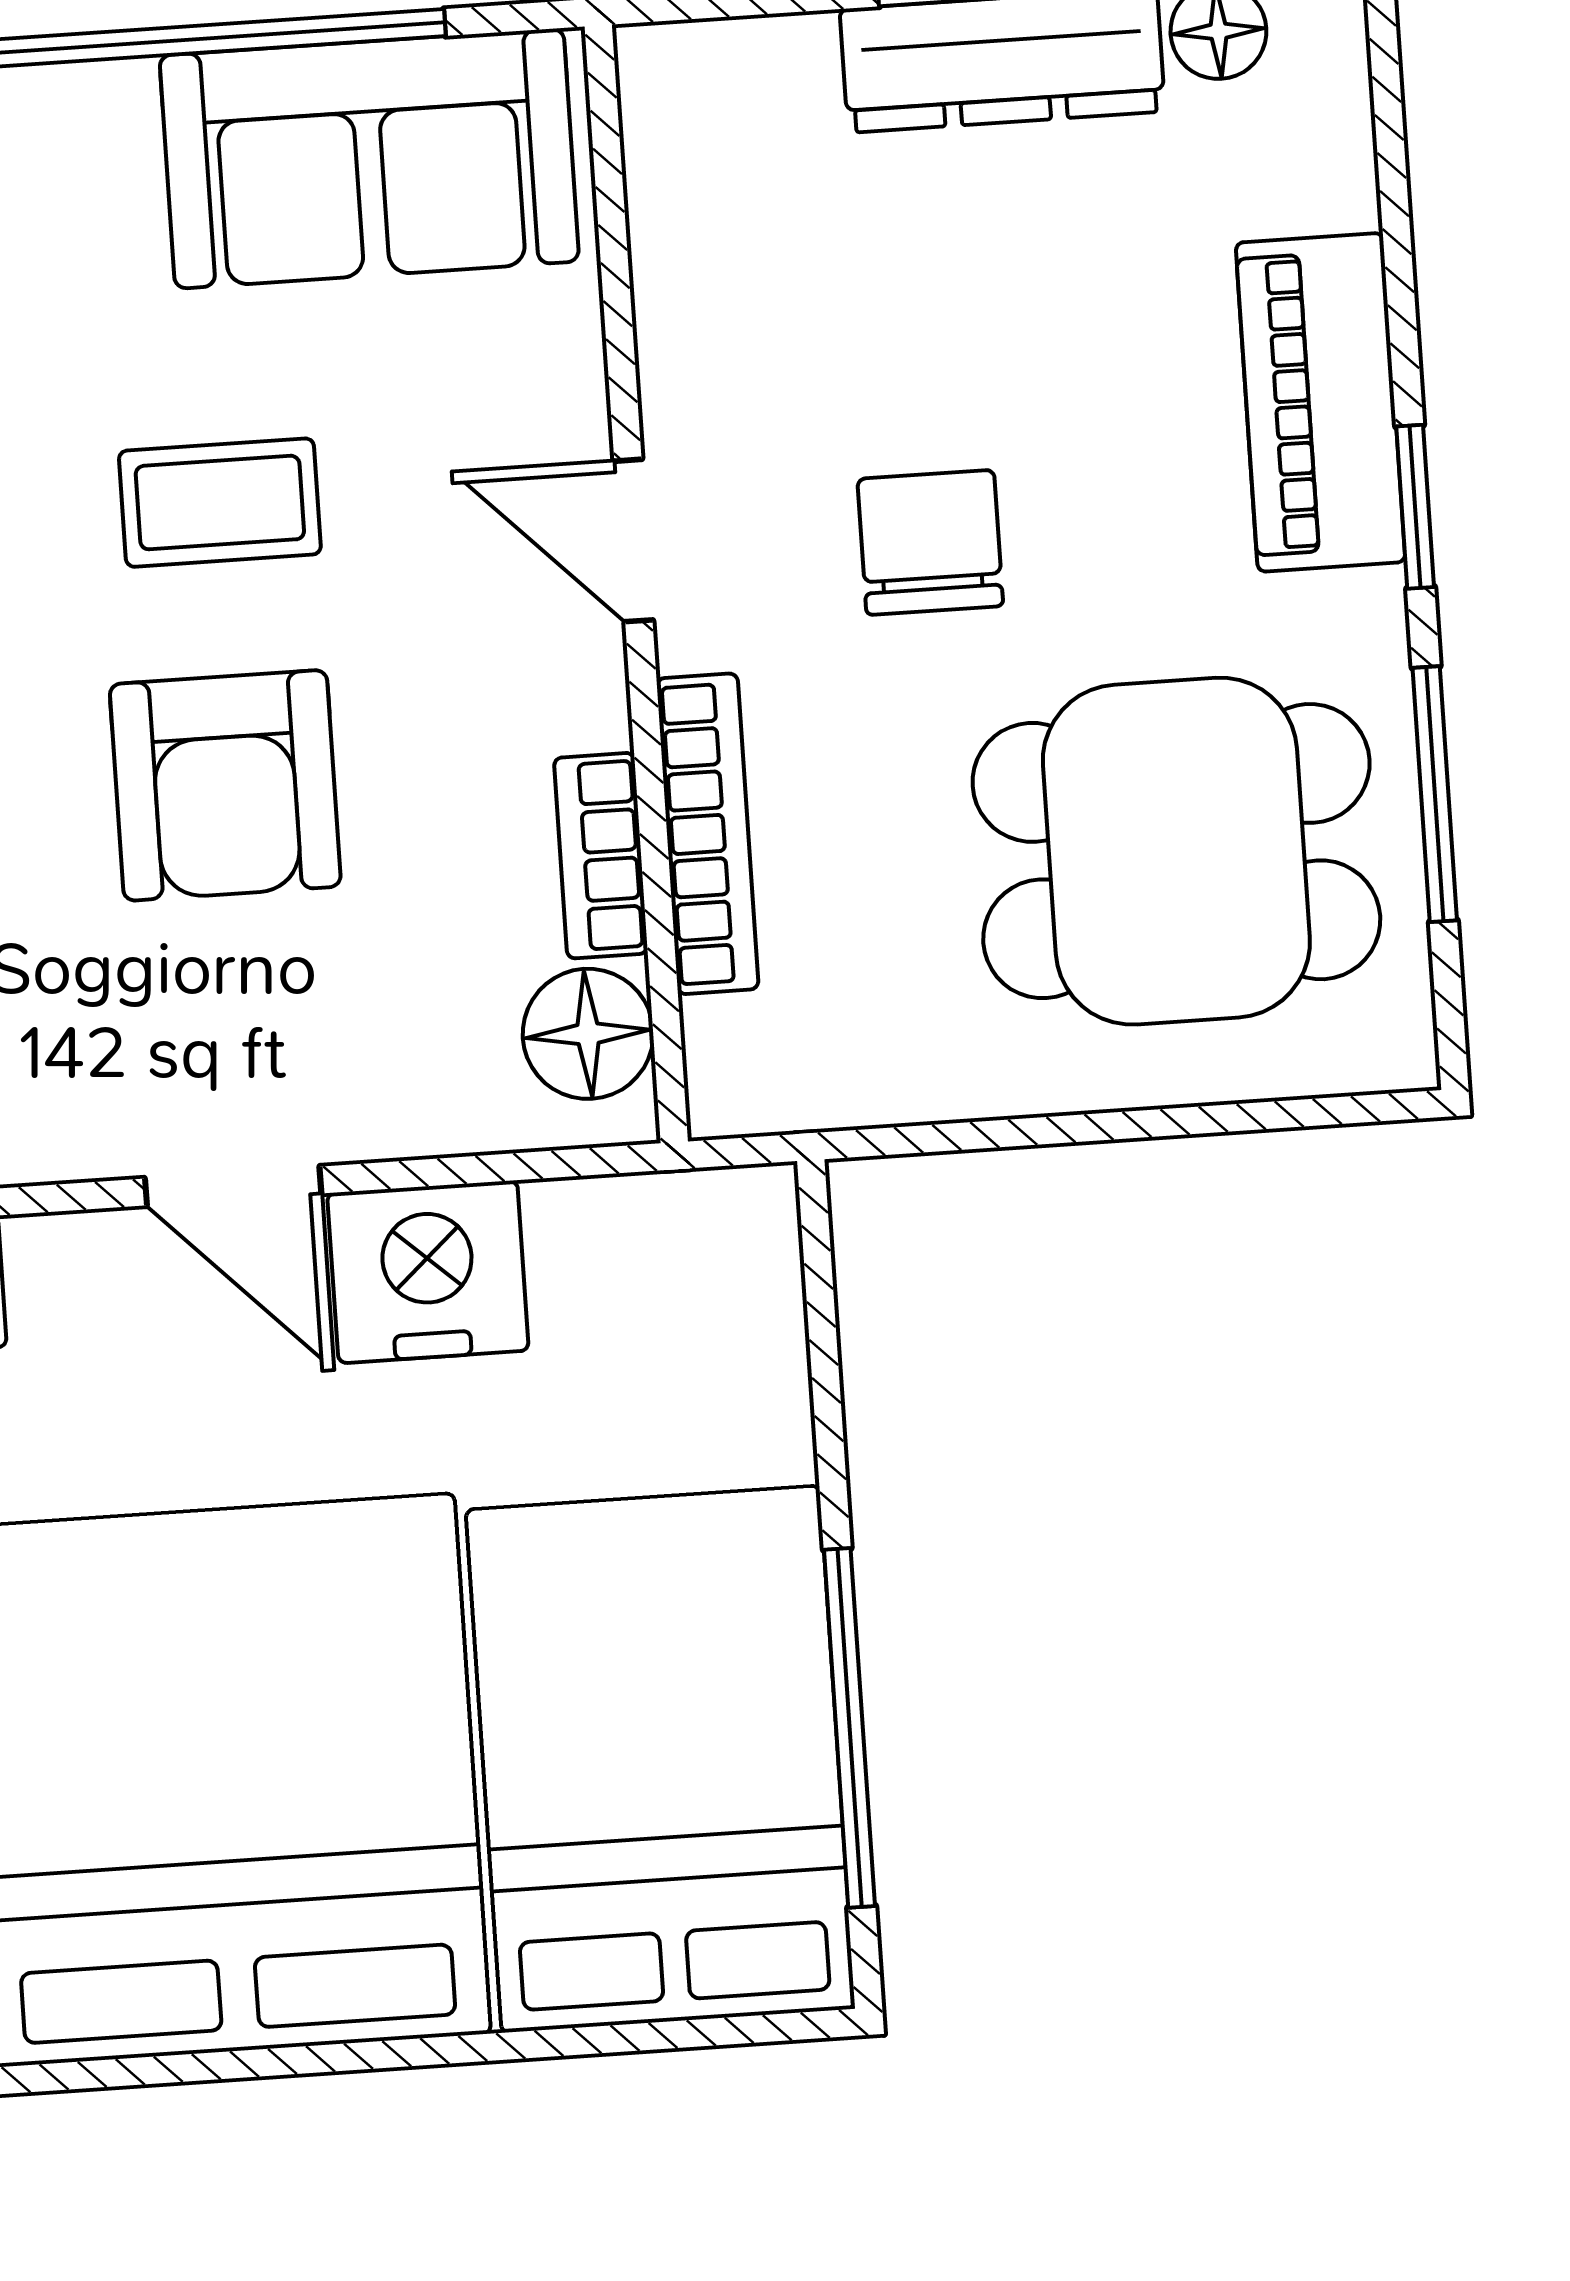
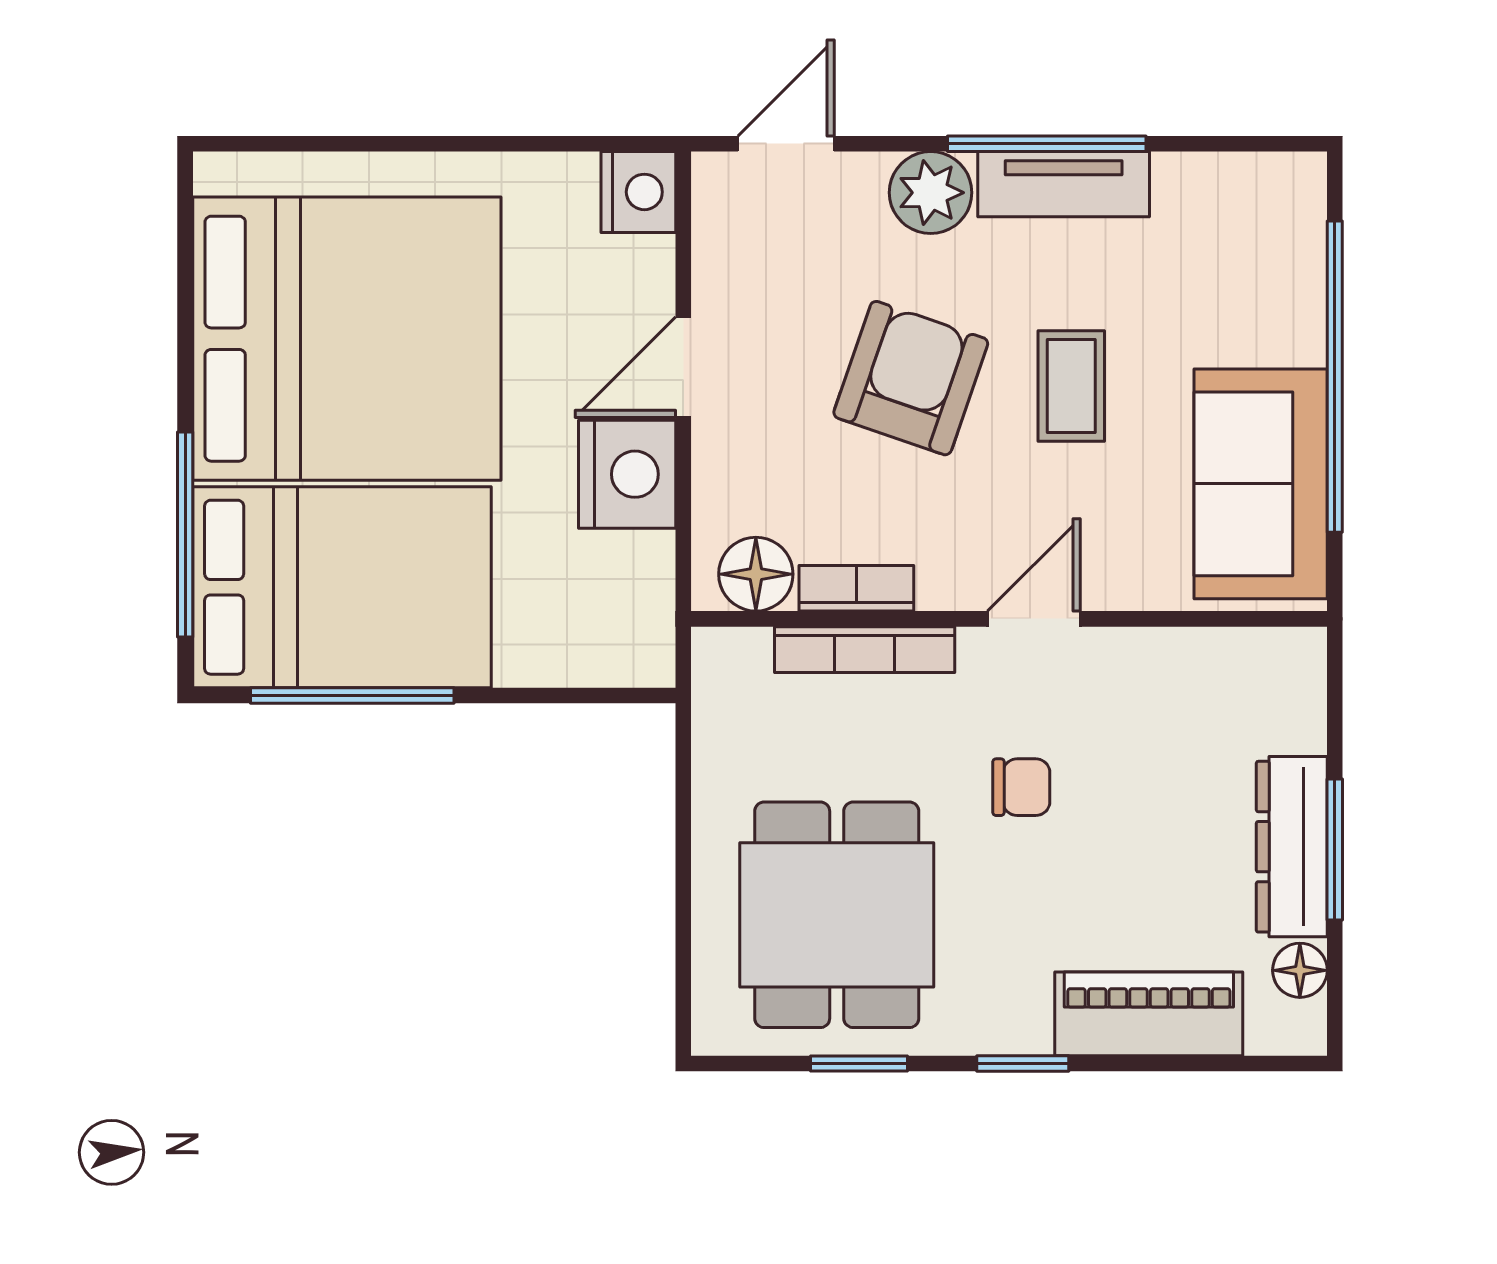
piano: (1320, 402) -> (1149, 1014), moved
chair: (930, 542) -> (1021, 787), width x0.73, depth x0.73
armchair: (225, 785) -> (911, 378), turned 109
window: (1435, 794) -> (859, 1063), width x0.67
window: (587, 2041) -> (185, 534), added

